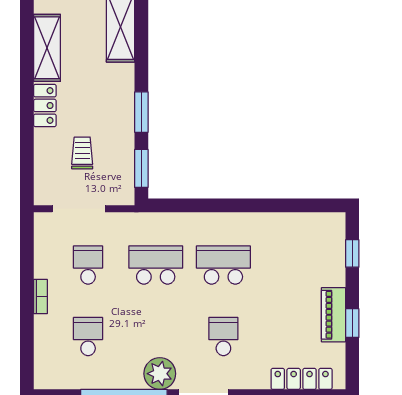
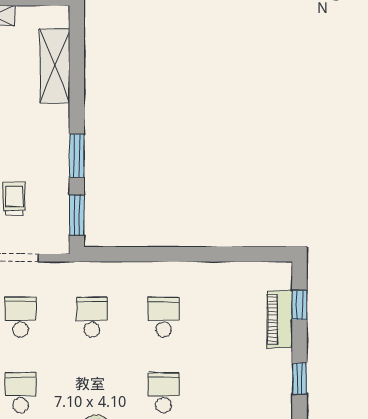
school desk: (156, 265) -> (92, 317), width x0.54
school desk: (223, 265) -> (163, 317), width x0.54
piano: (333, 315) -> (280, 319), moved

